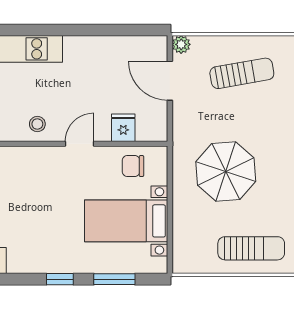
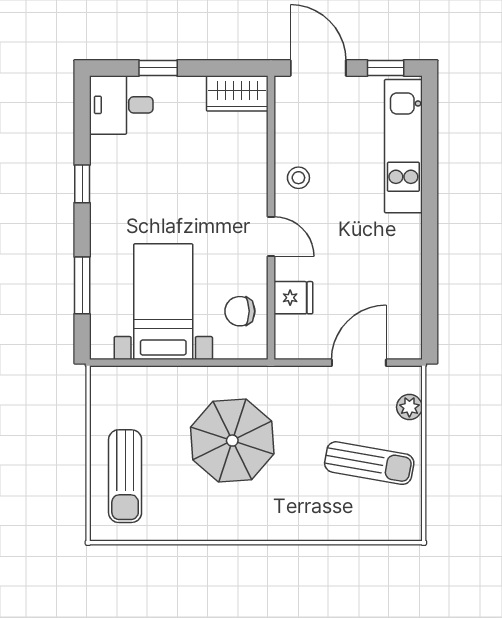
plant: (181, 44) -> (409, 407), moved
sun lounger: (242, 73) -> (369, 463), turned -70
chair: (133, 166) -> (240, 311), turned -90
window: (60, 279) -> (82, 184), moved

